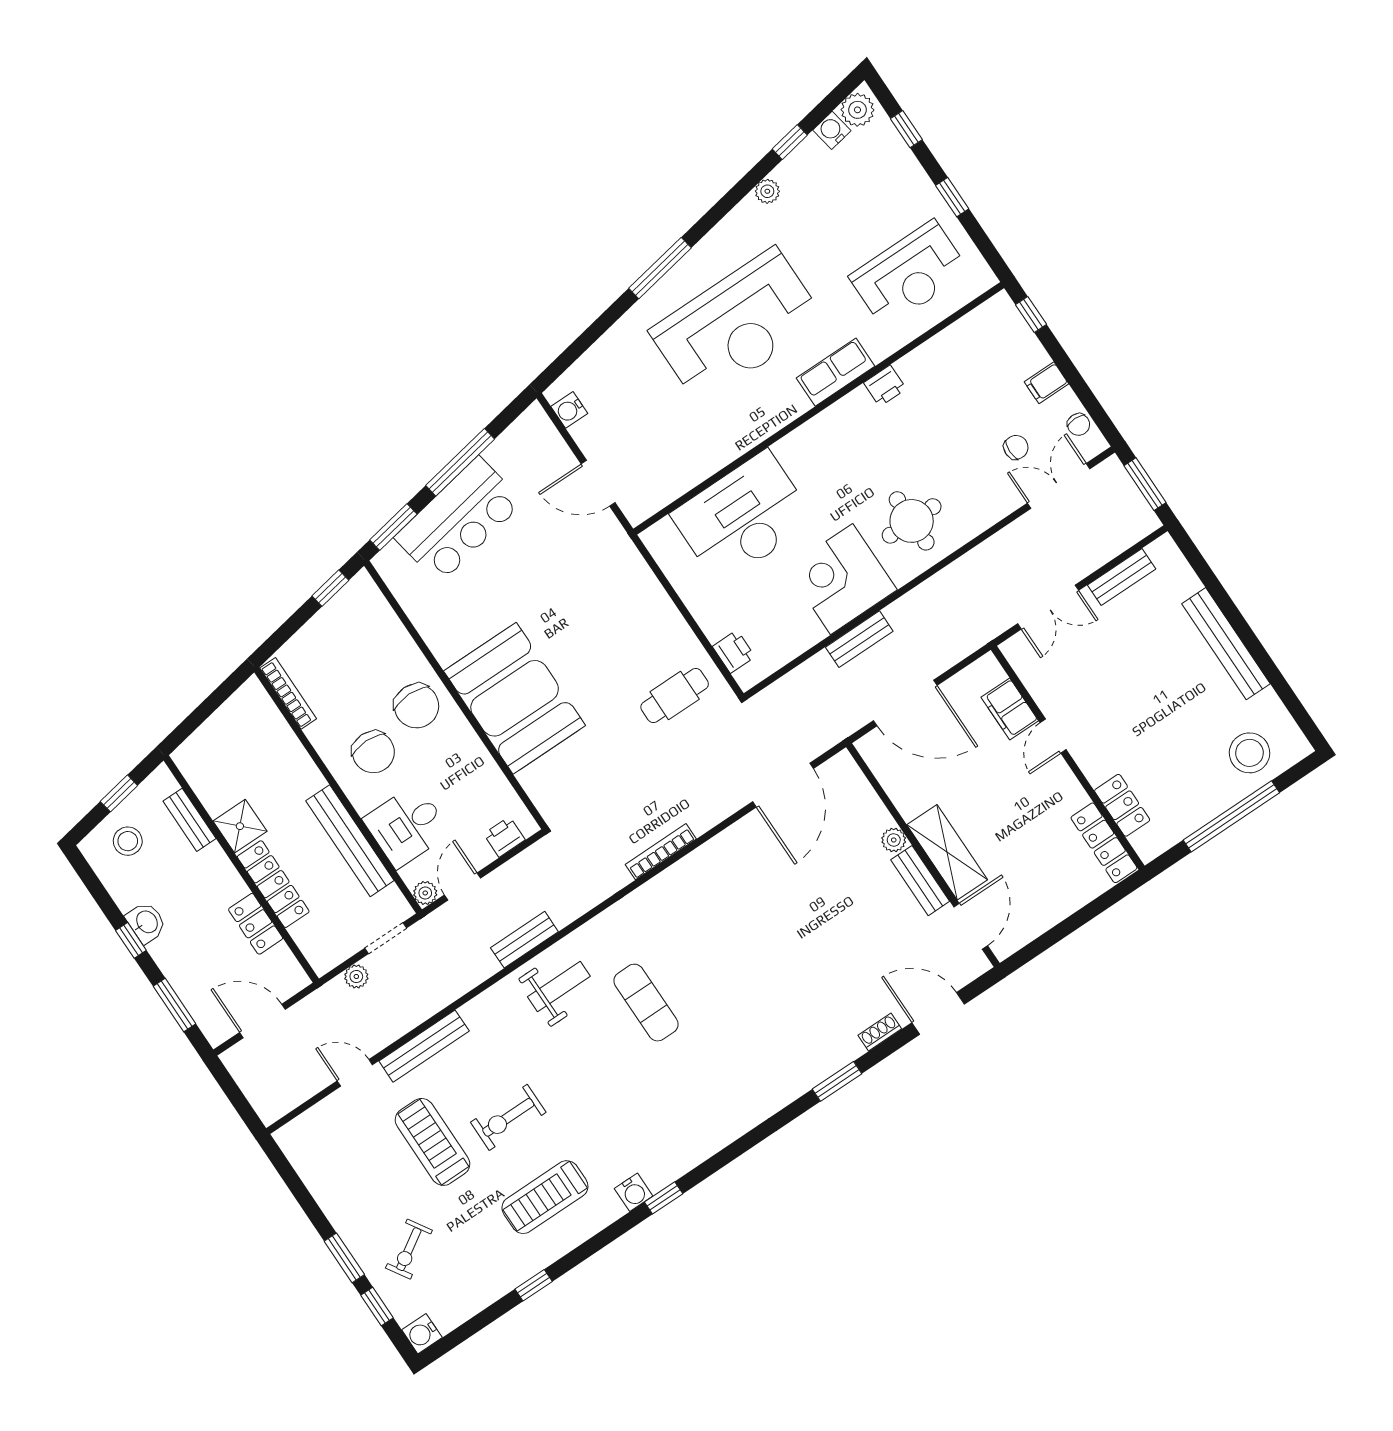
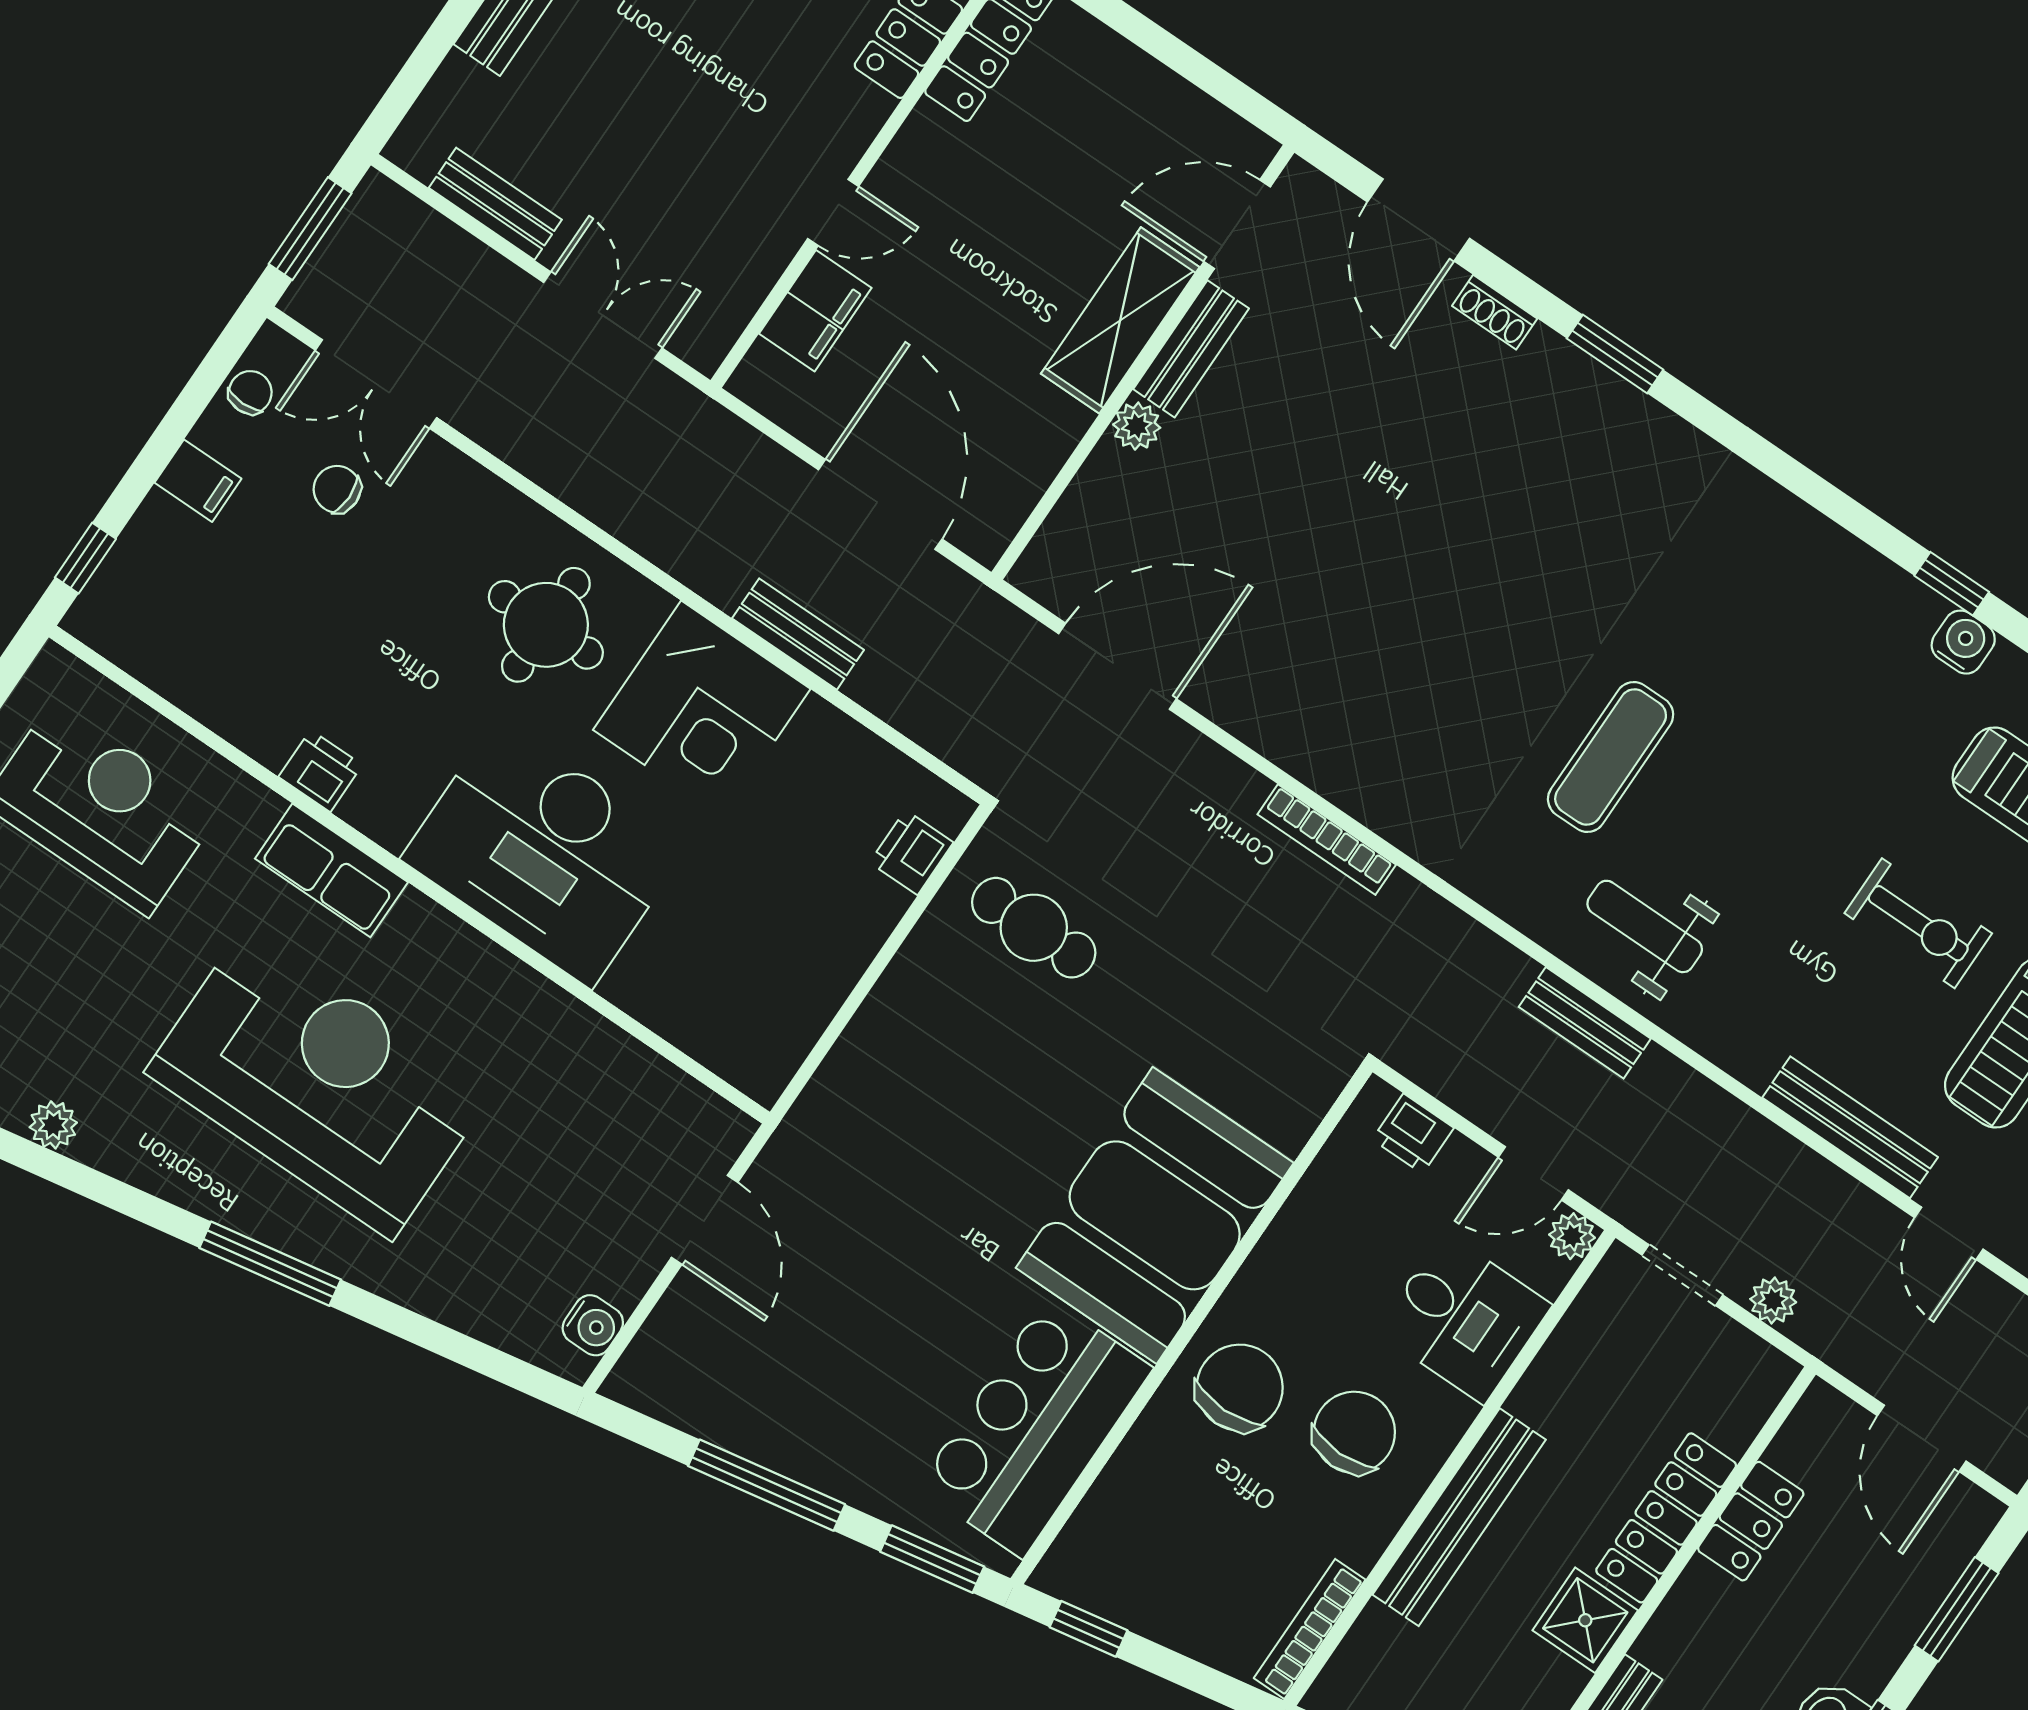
desk: (743, 517) -> (545, 853), moved
bar counter: (459, 520) -> (1035, 1428), moved, turned -80
bench: (350, 841) -> (1459, 1517), moved

